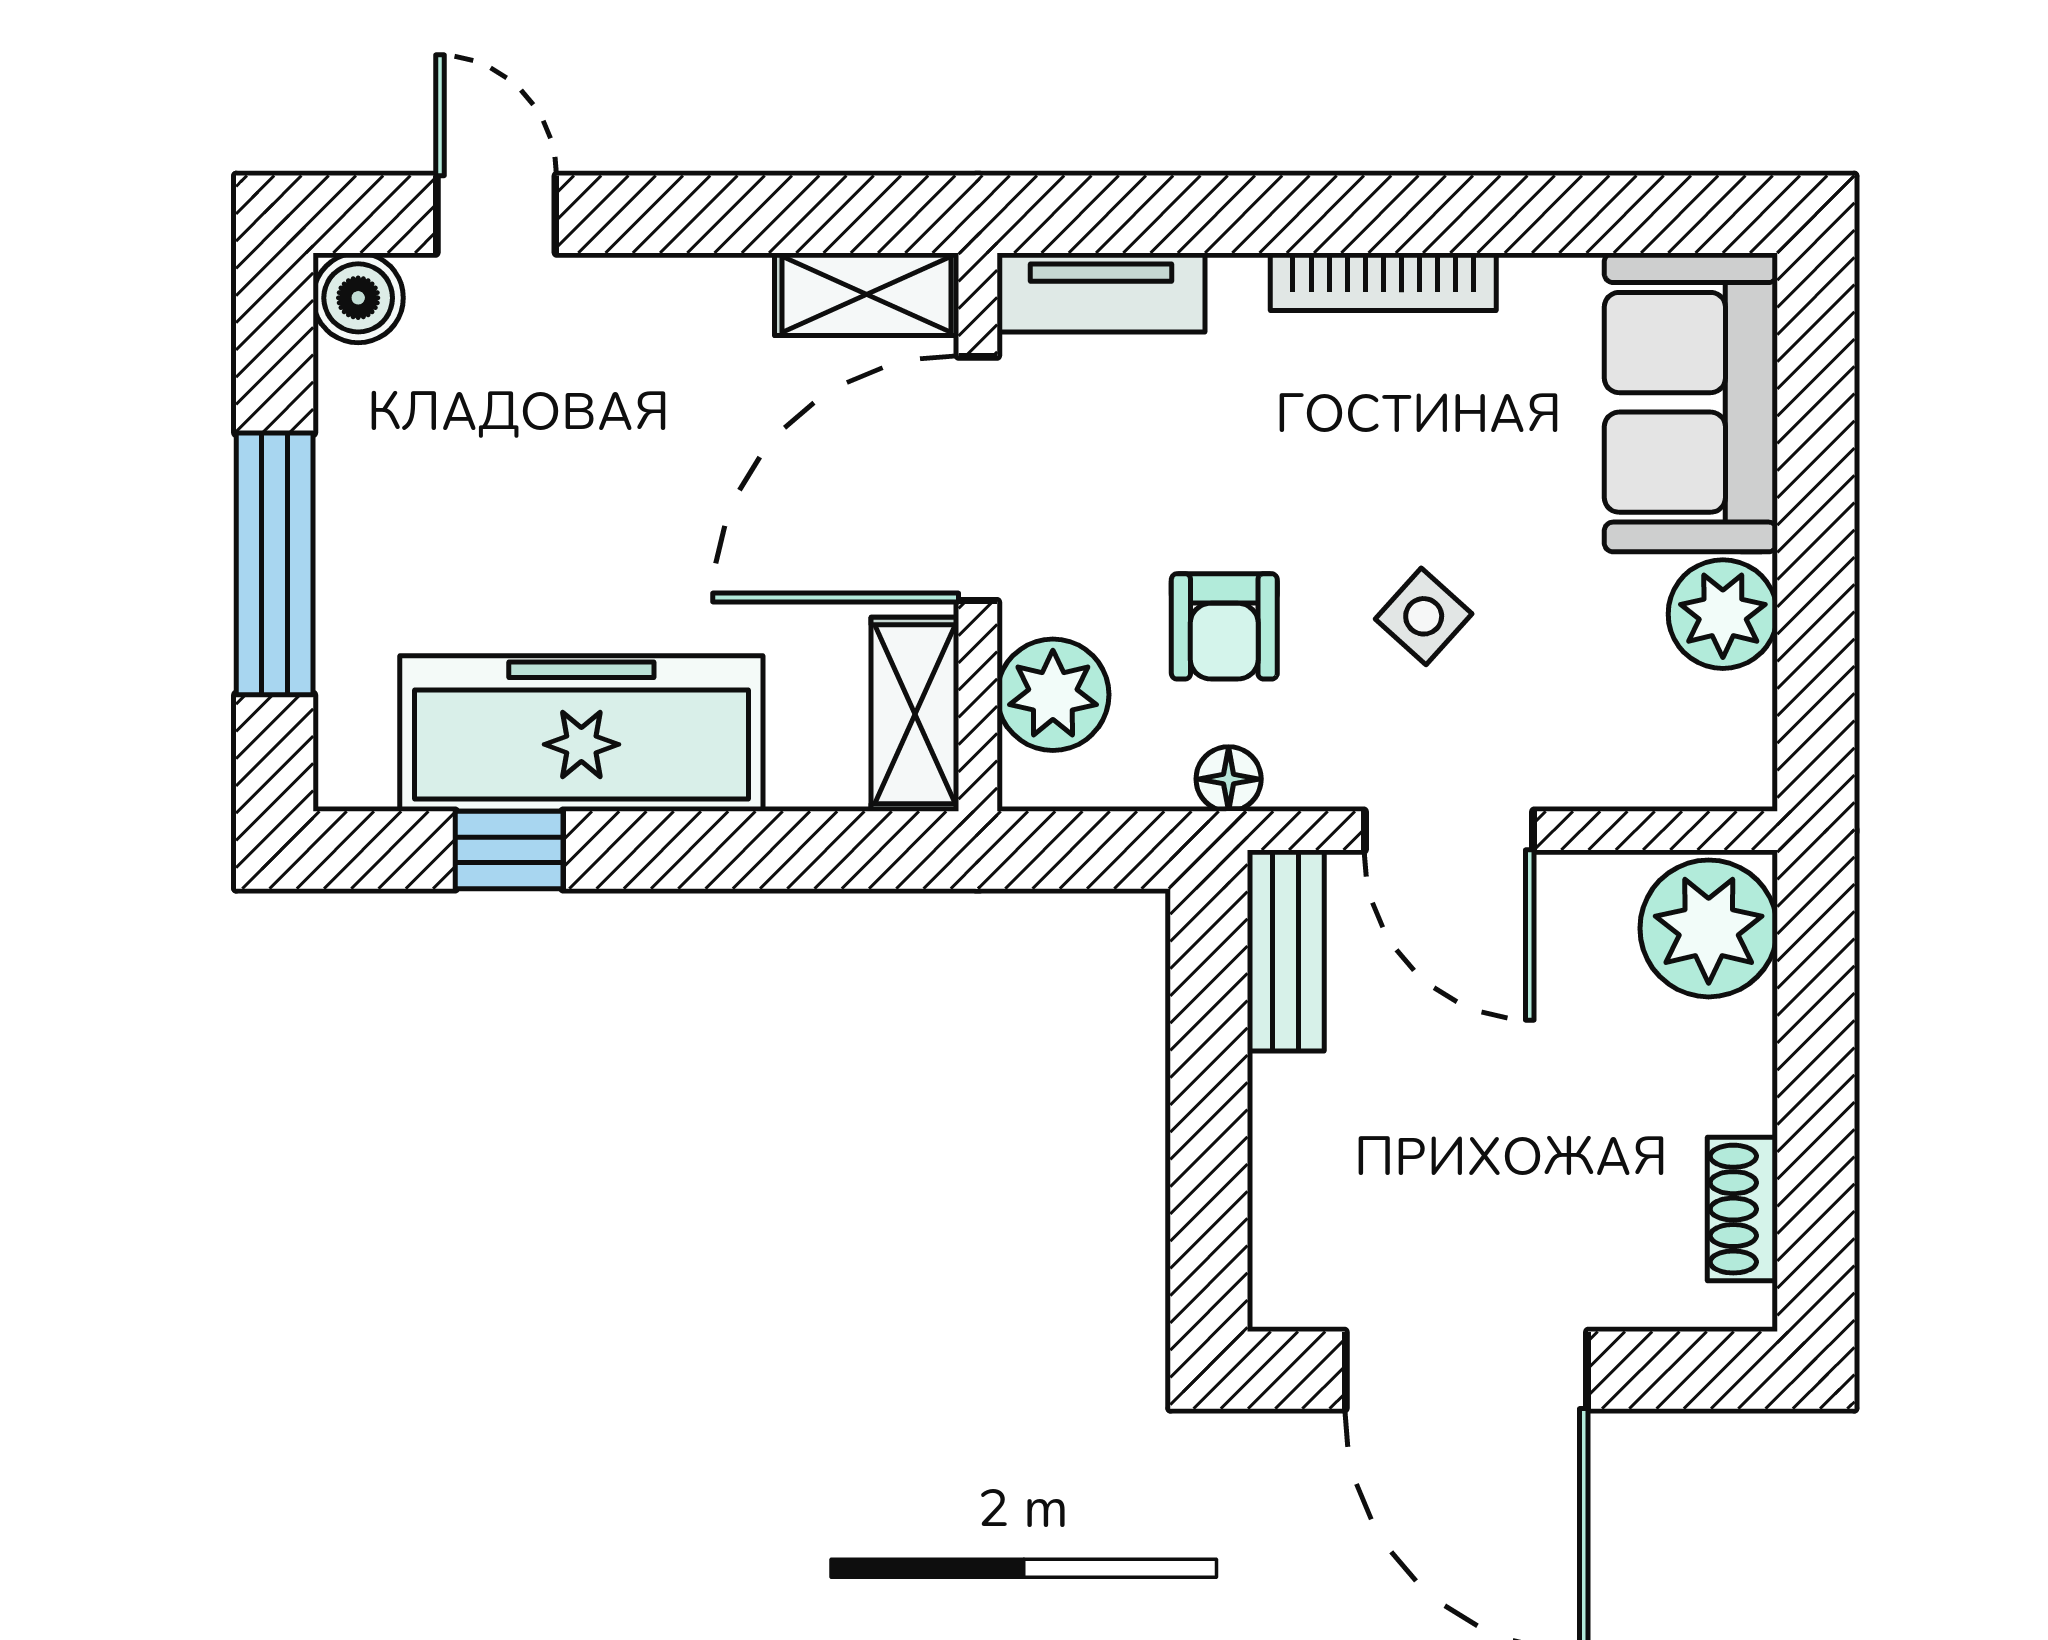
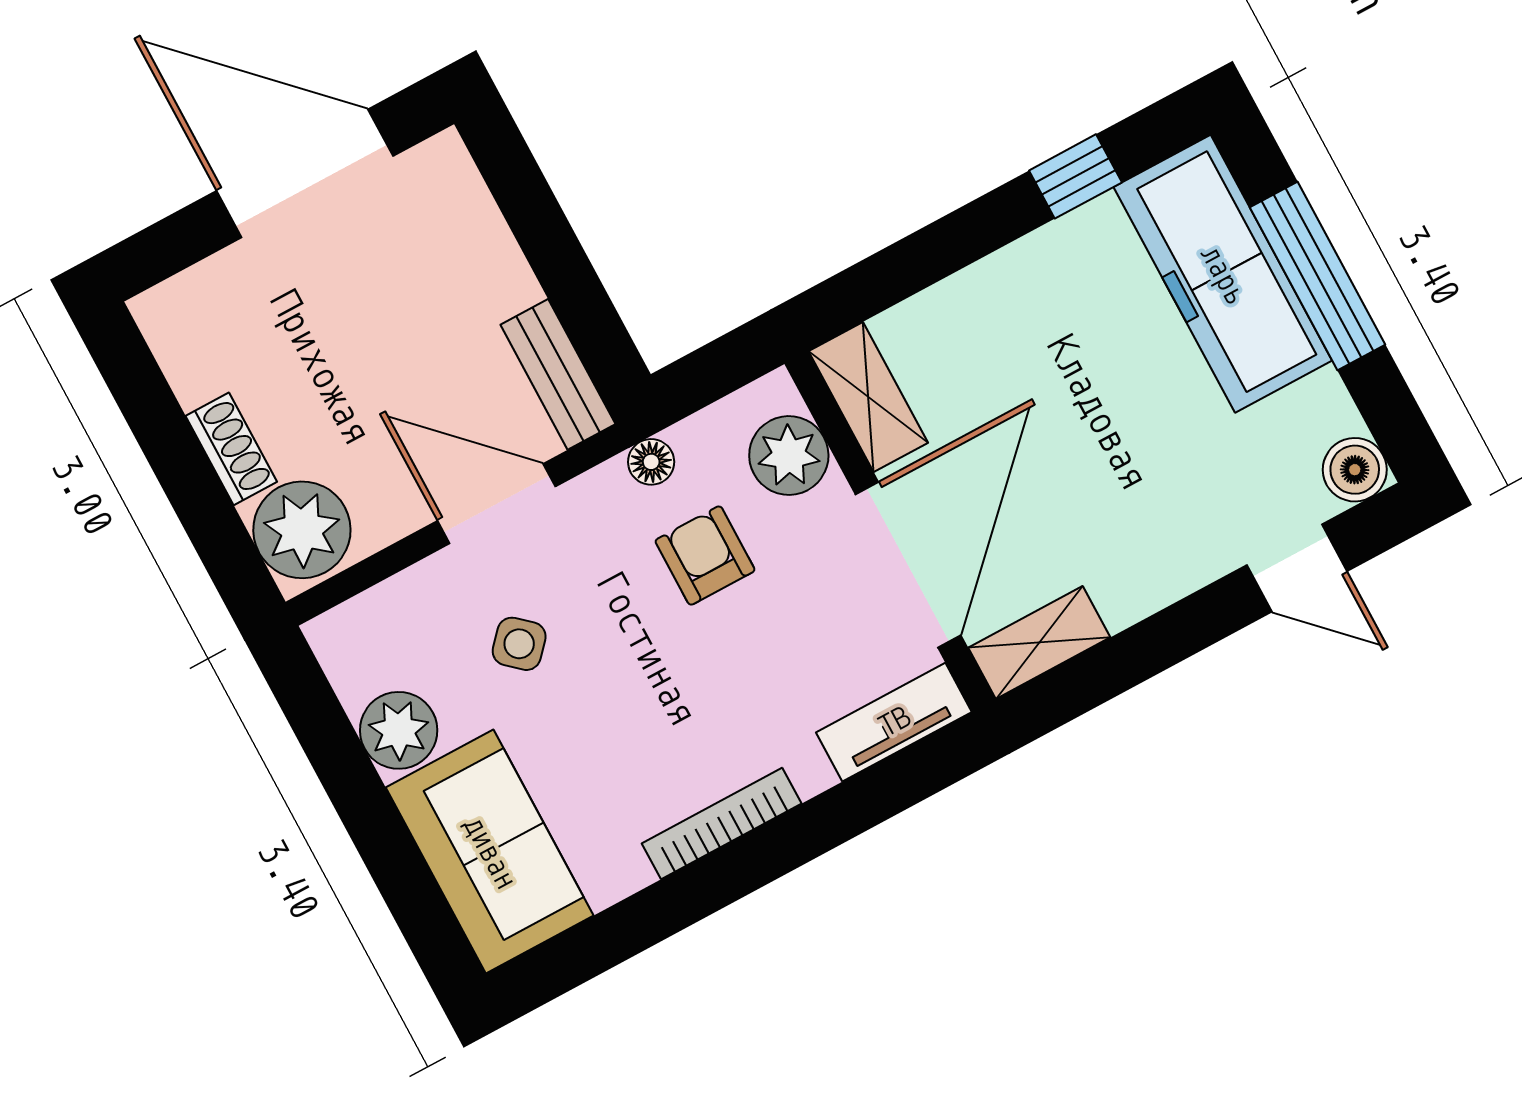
side table: (1424, 616) -> (519, 644), moved
freezer: (581, 734) -> (1223, 274), moved, turned 90
shoe rack: (1742, 1209) -> (231, 449), moved

